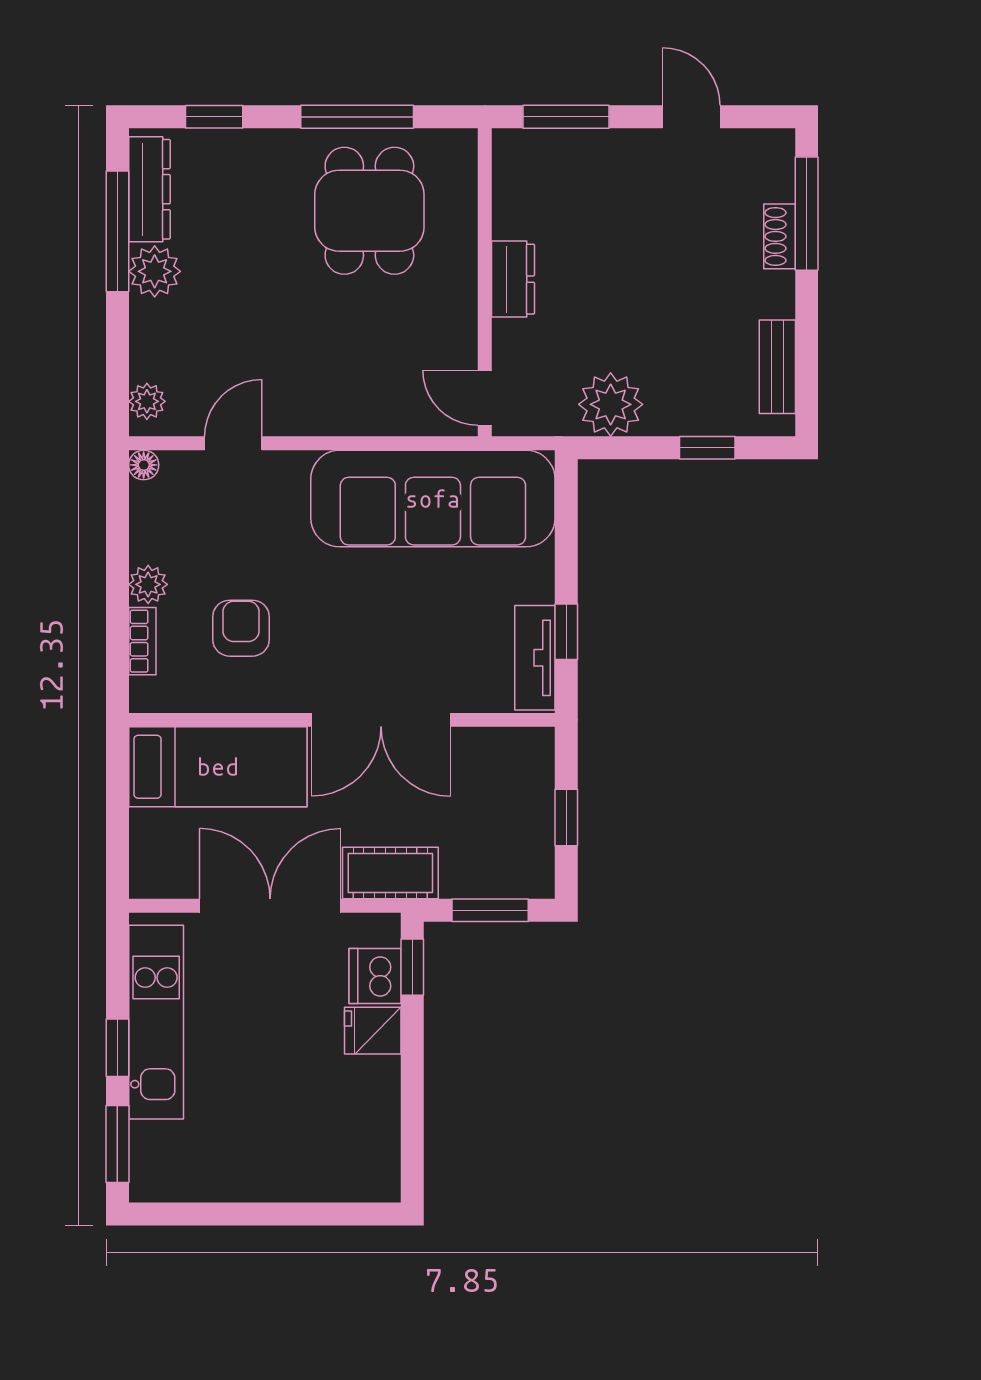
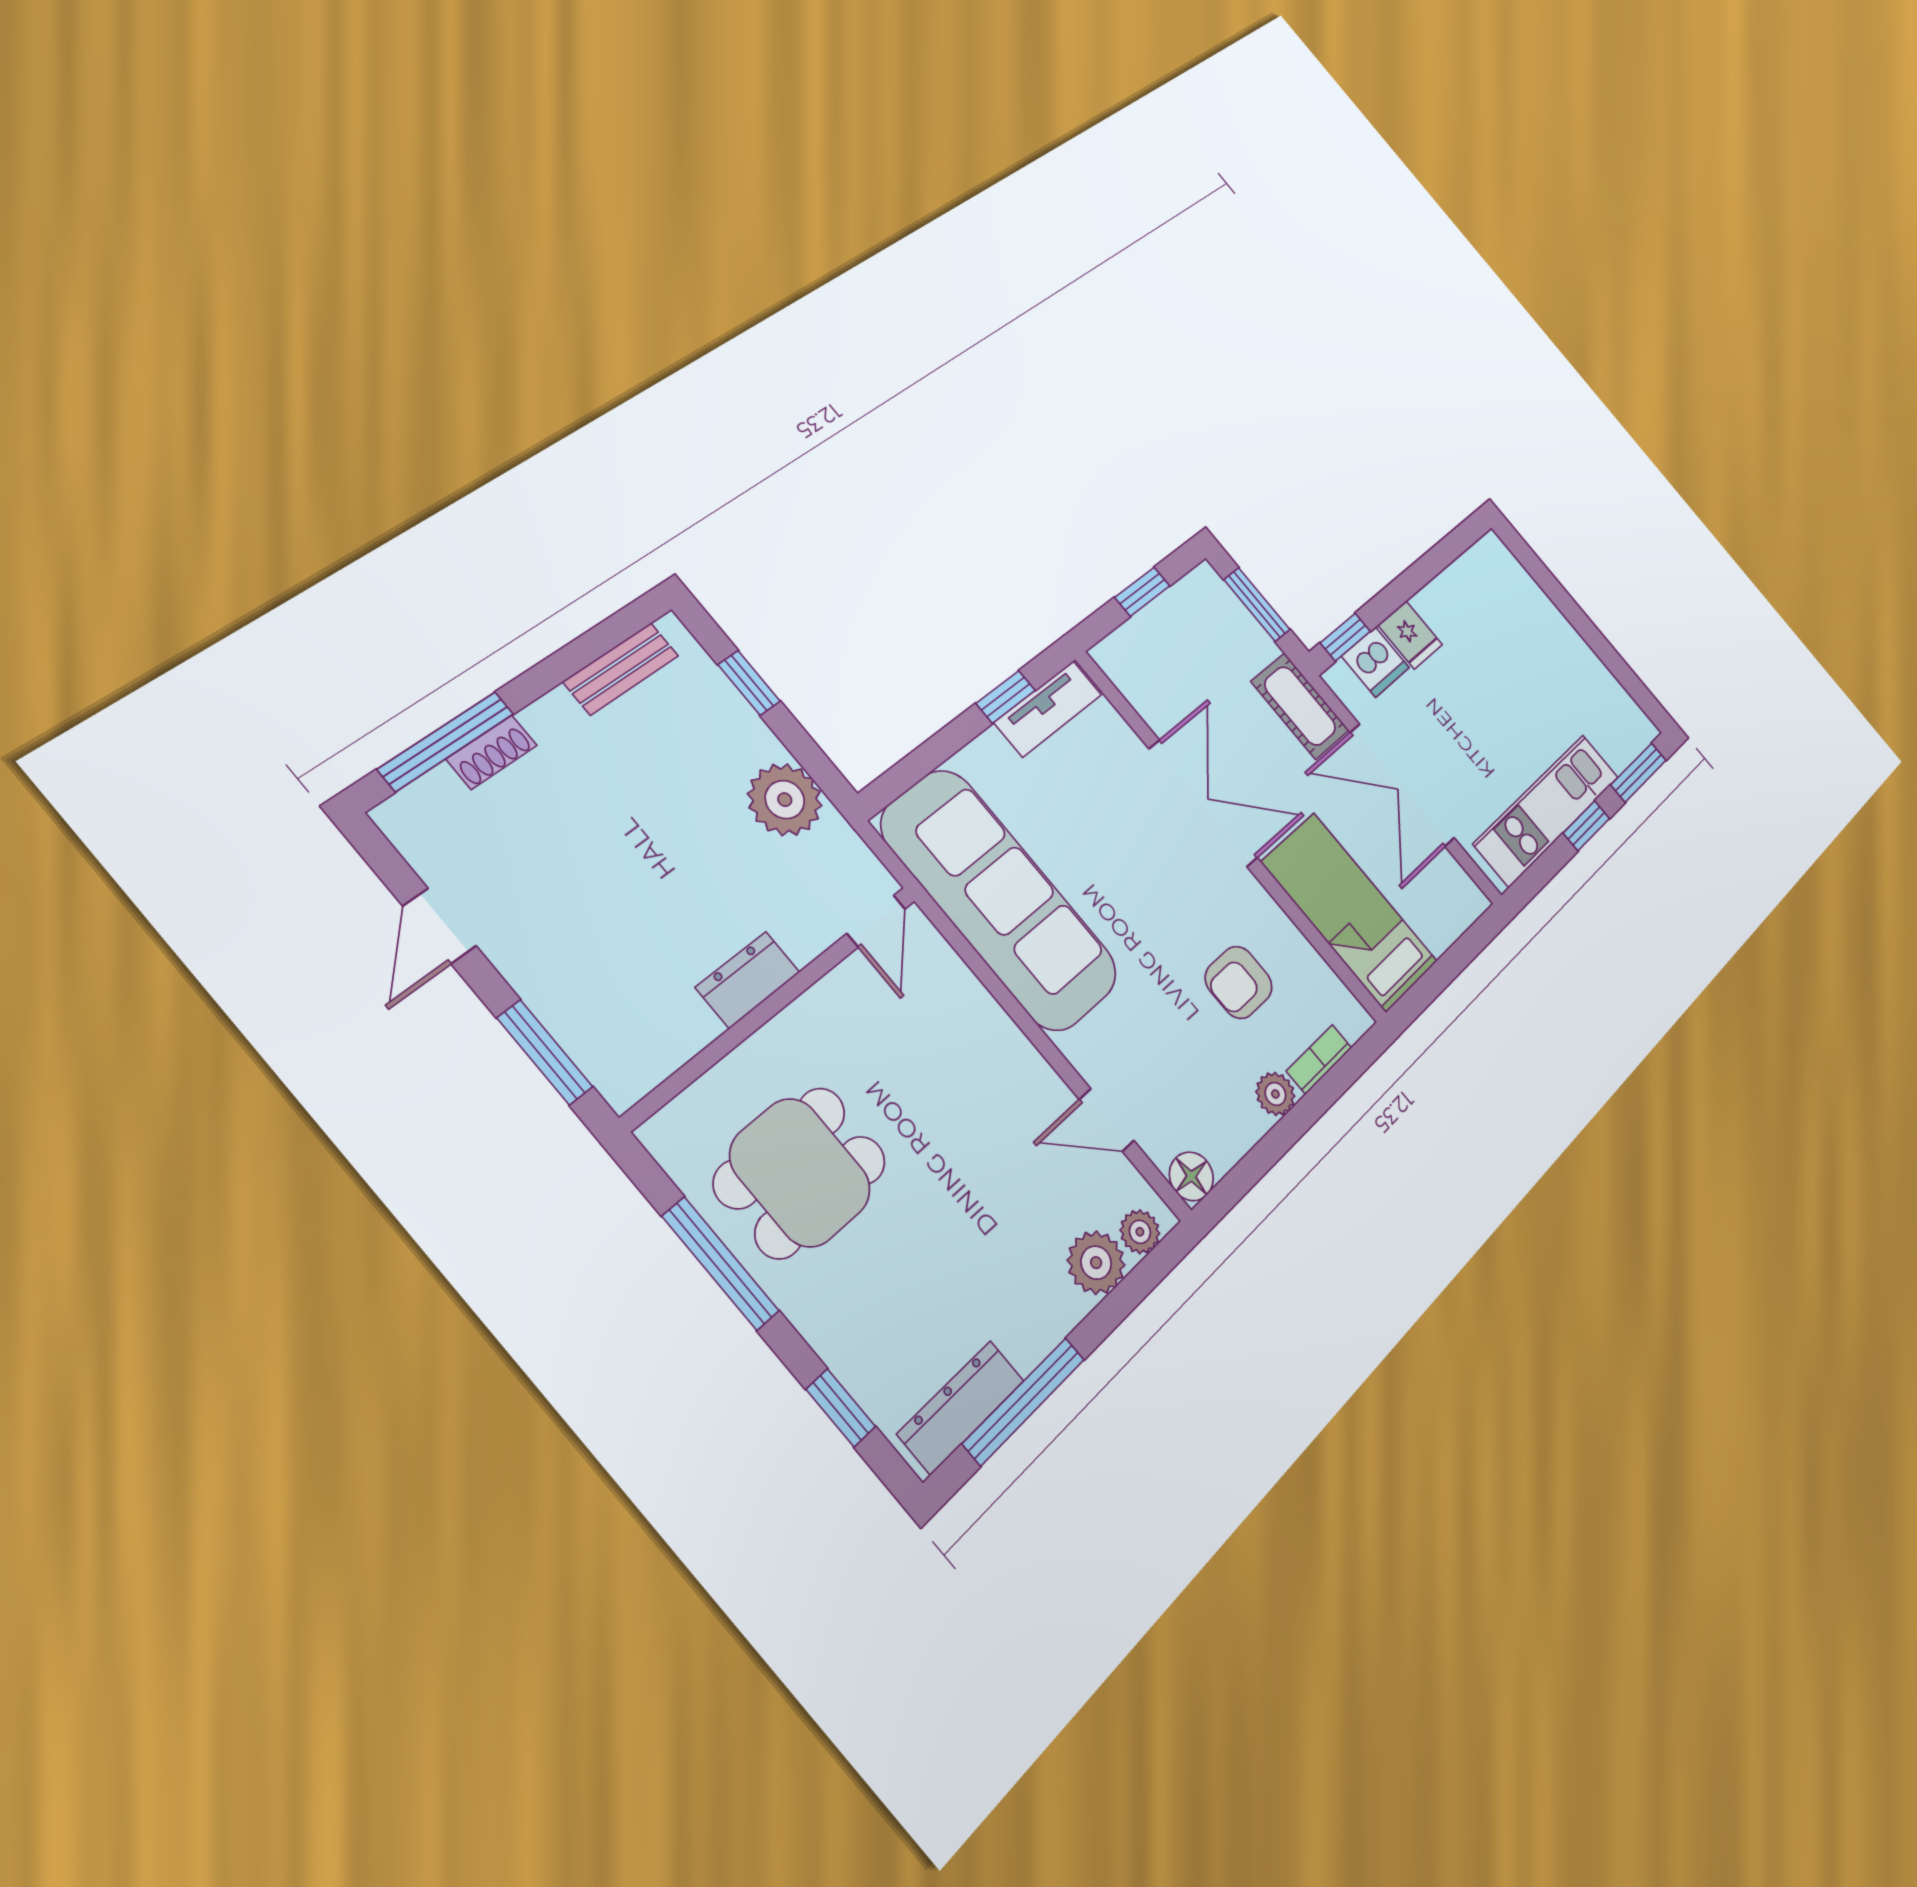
plant: (155, 271) -> (1096, 1263), moved
floor lamp: (144, 465) -> (1191, 1176), width x1.37, depth x1.37

